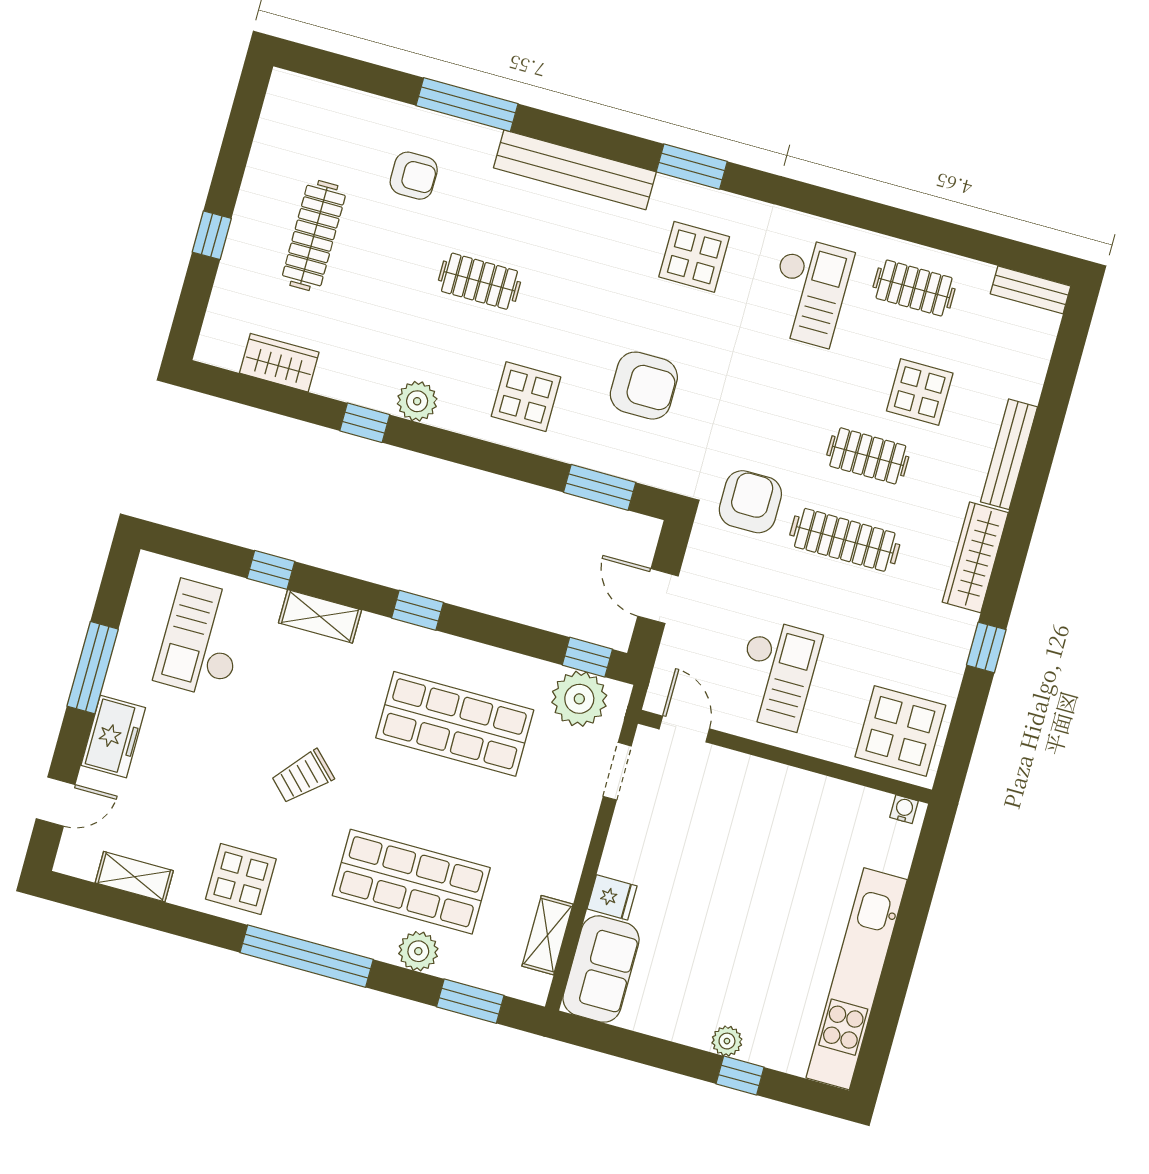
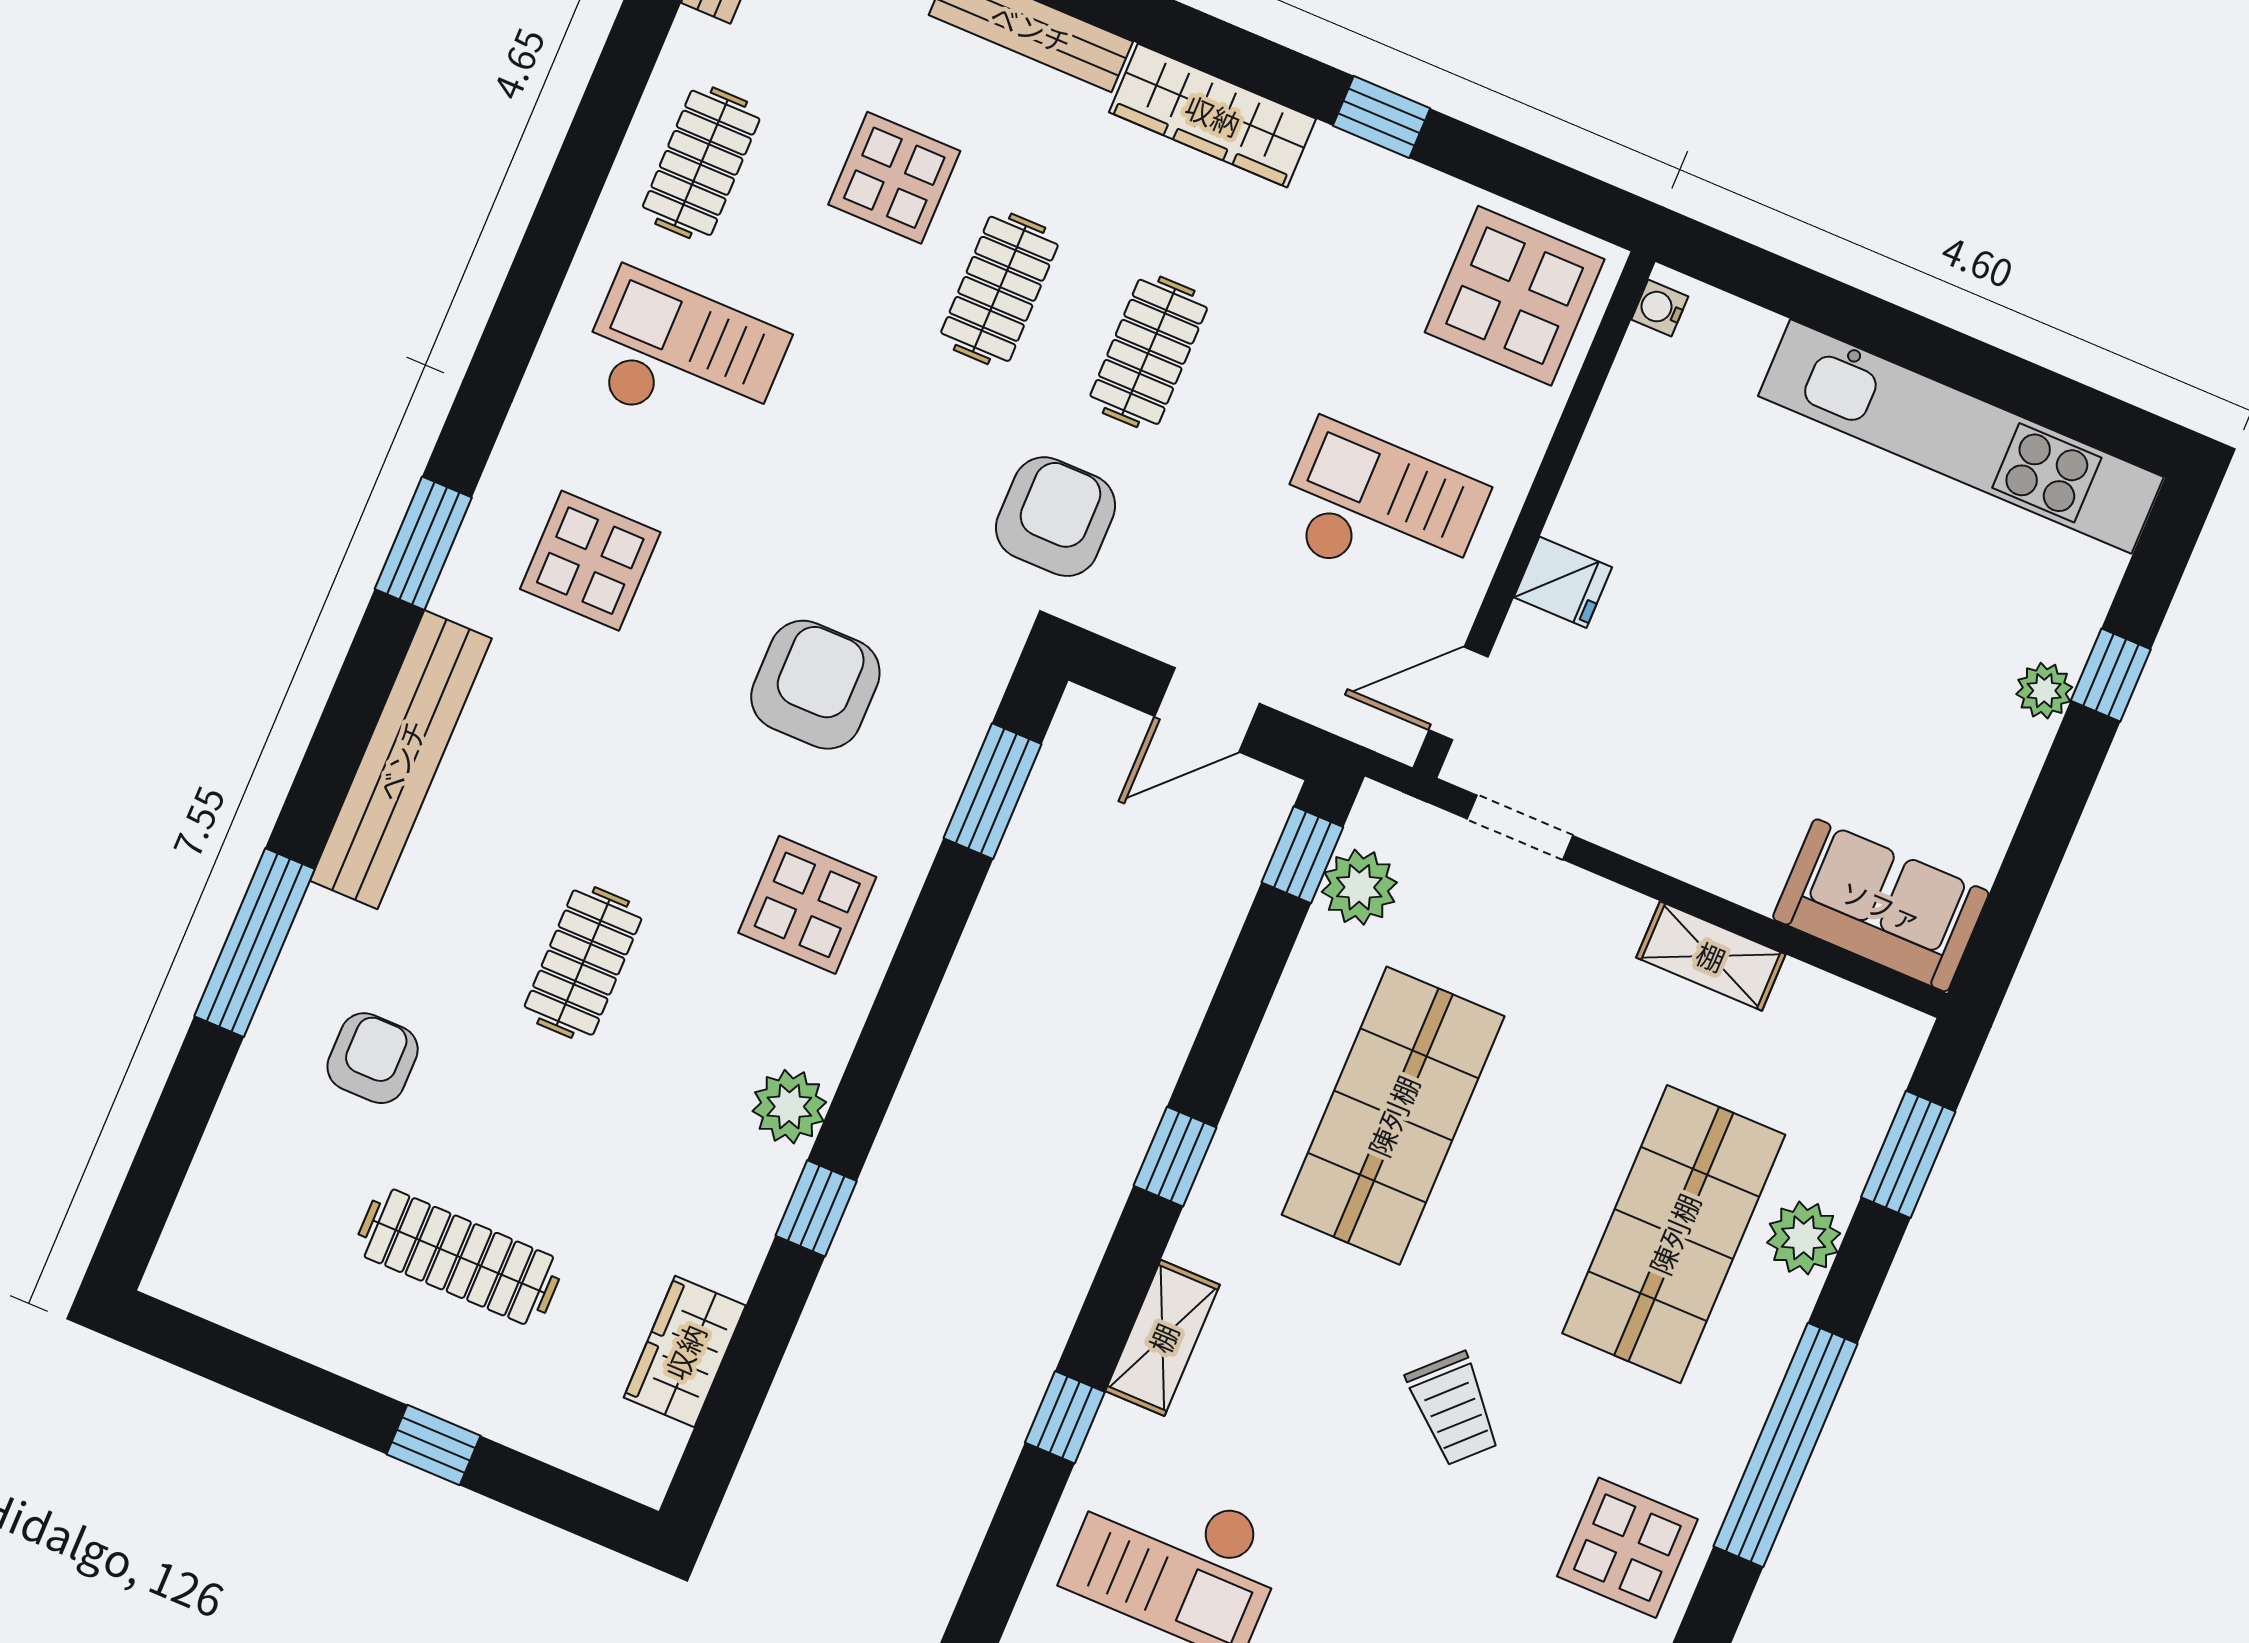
armchair: (750, 502) -> (1056, 517), turned 90
clothes rail: (845, 540) -> (1149, 352), width x0.73
plant: (579, 699) -> (1359, 887), width x0.73, depth x0.73
fridge: (612, 897) -> (1563, 582), moved, turned 90
shelving: (547, 935) -> (1711, 956), moved

